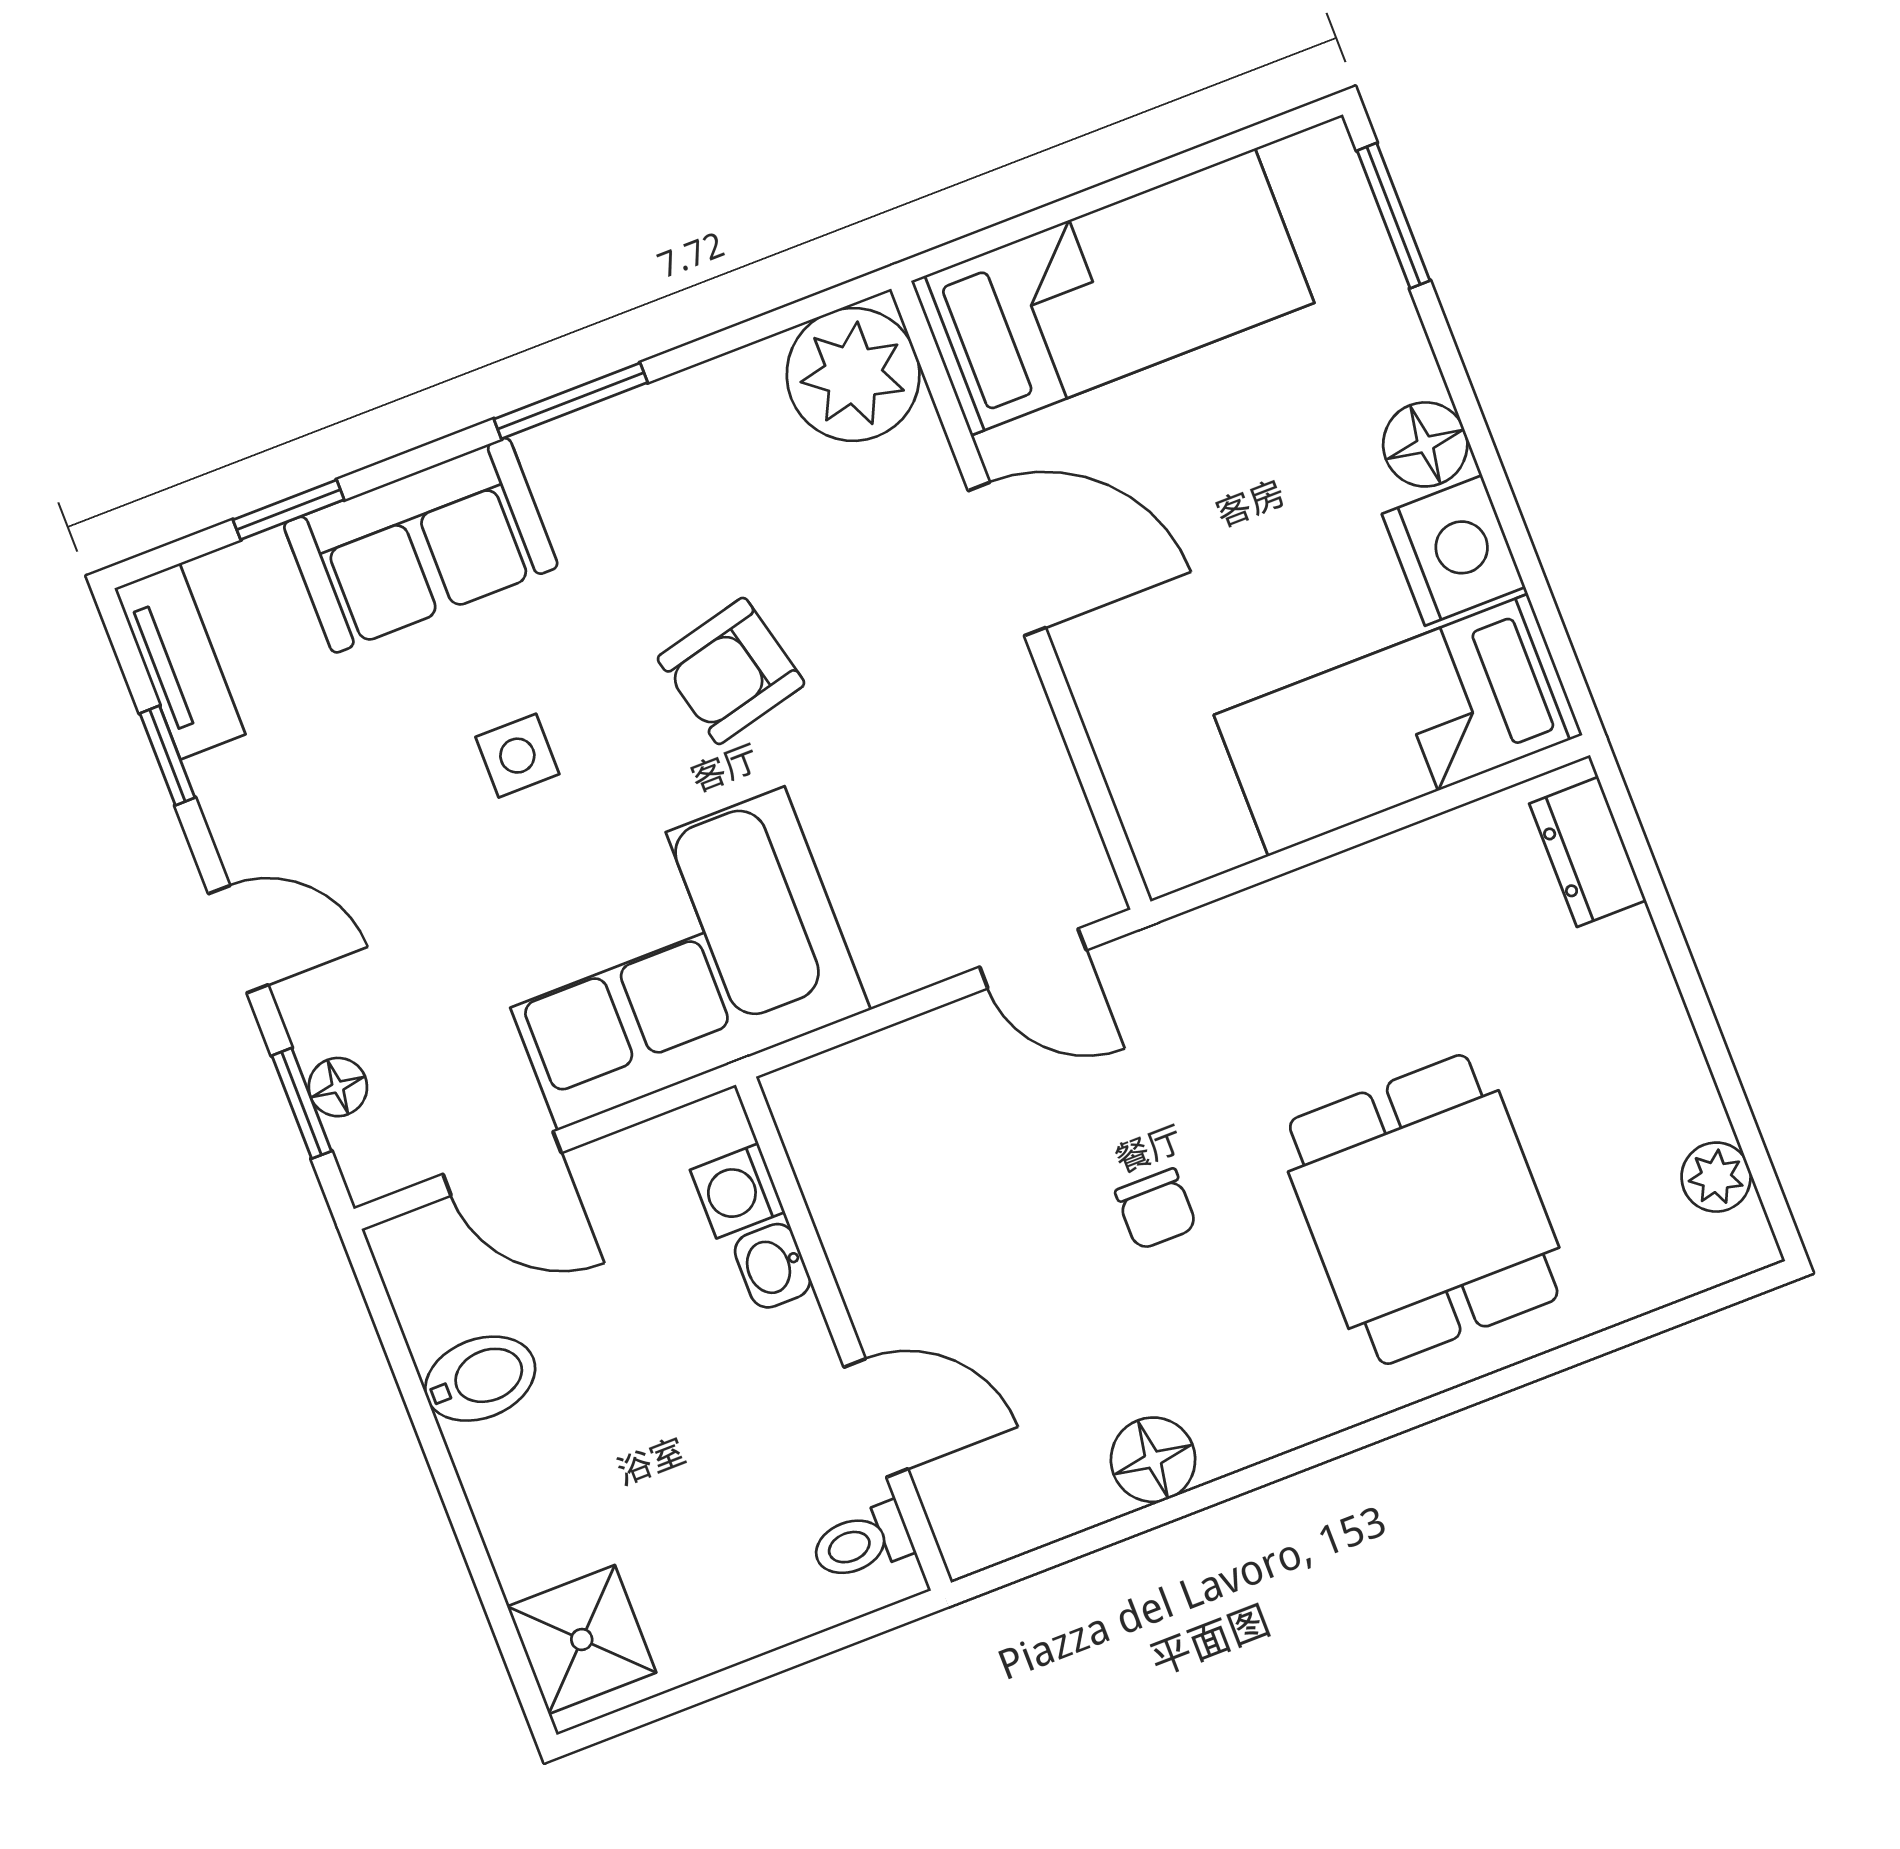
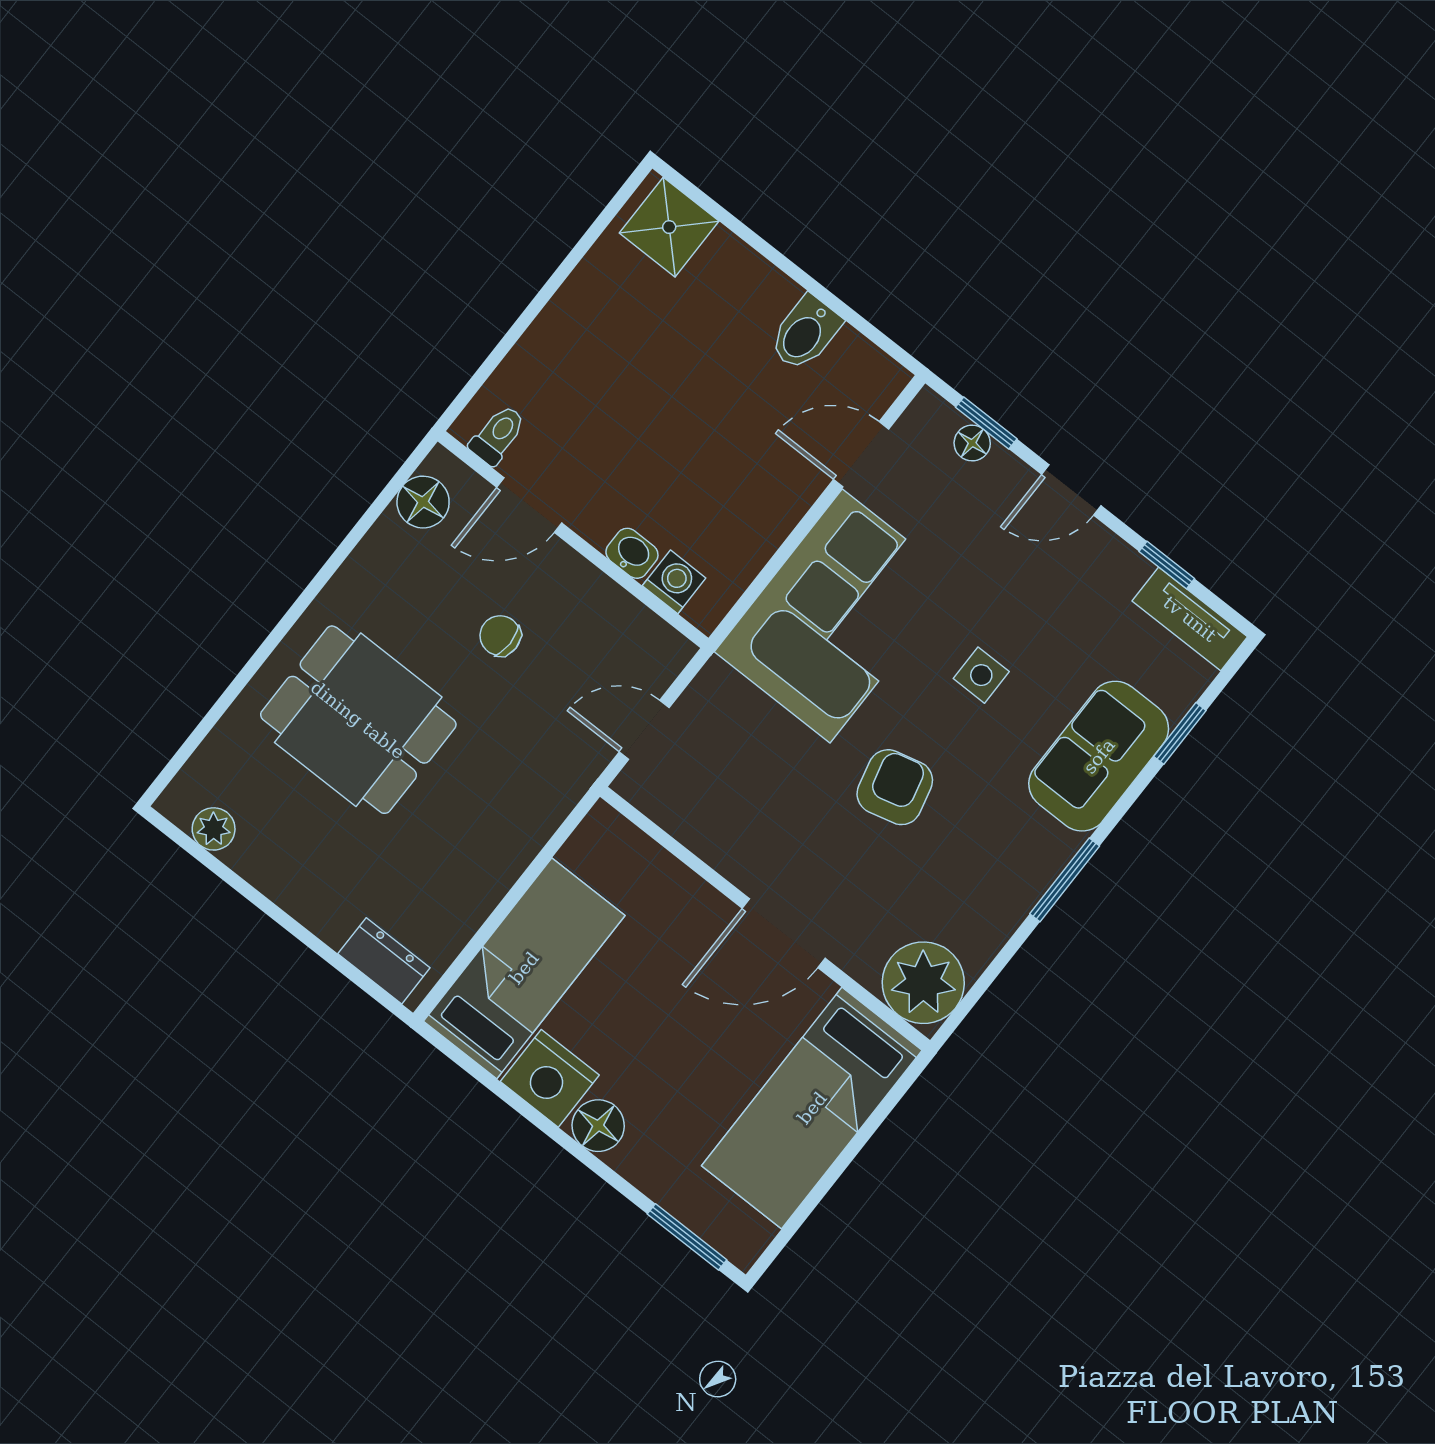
washing machine: (737, 1191) -> (674, 582), moved
washbasin: (773, 1266) -> (632, 553), moved
wall: (843, 1334) -> (573, 540), moved
door: (876, 1418) -> (529, 505), moved
toilet: (862, 1542) -> (498, 435), moved

